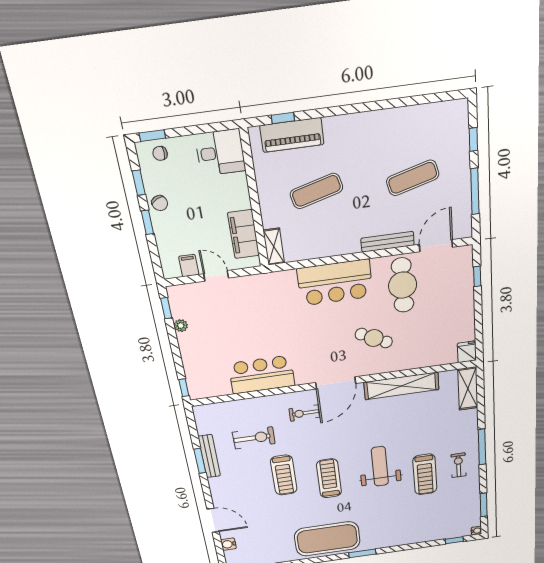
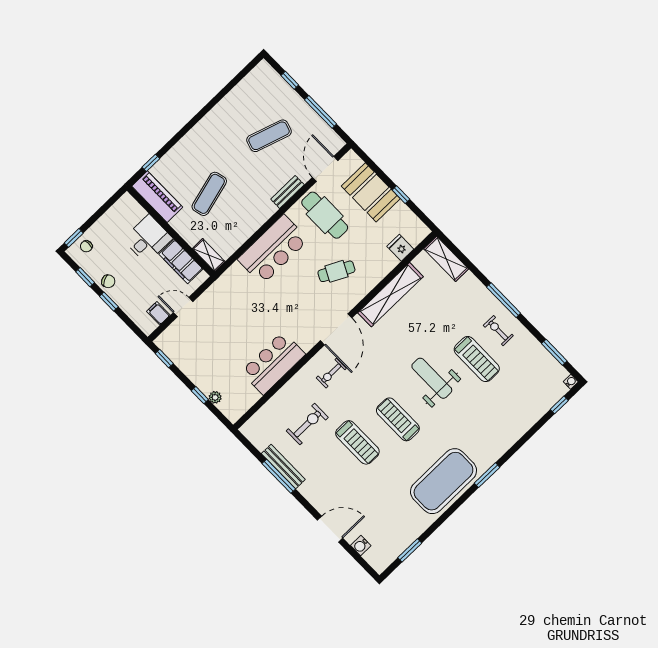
piano: (292, 135) -> (157, 197), moved, turned -90
desk: (220, 153) -> (148, 239), moved
exercise mat: (413, 178) -> (269, 136), turned 33
bench: (388, 242) -> (287, 192), width x0.73
window: (477, 276) -> (401, 195), moved
booth: (456, 294) -> (371, 192), added
plant: (181, 326) -> (215, 397), moved
fridge: (467, 352) -> (400, 248), moved
window: (184, 388) -> (200, 395), moved
window: (200, 461) -> (279, 476), width x1.44

